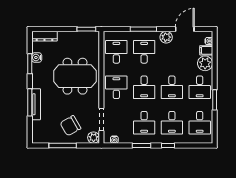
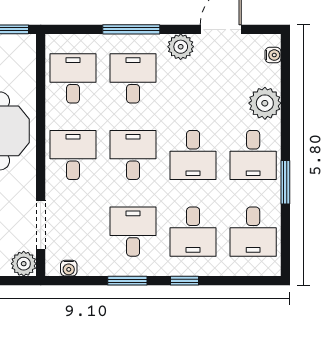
filing cabinet: (206, 50) -> (267, 75), removed
desk: (144, 87) -> (133, 155), turned 180
desk: (144, 123) -> (133, 232), turned 180

